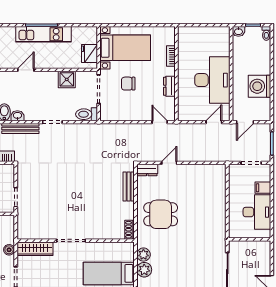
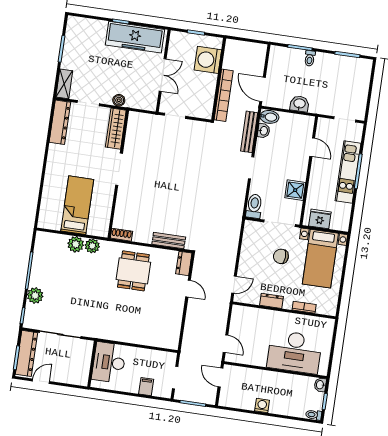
desk: (212, 80) -> (295, 352), moved
chair: (128, 84) -> (281, 256), turned -88
washing machine: (259, 86) -> (262, 405), width x0.53, depth x0.53
desk: (257, 212) -> (109, 362), moved, turned 90

